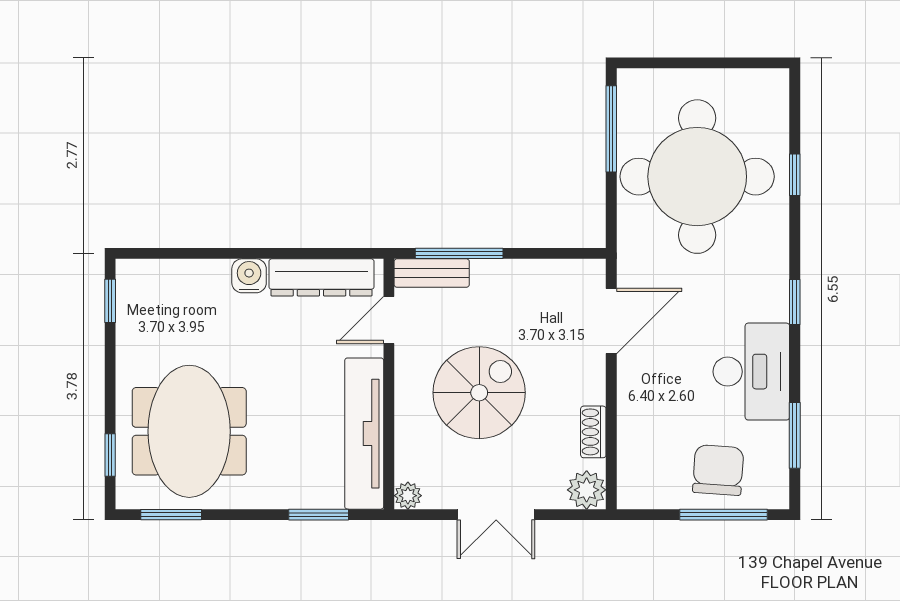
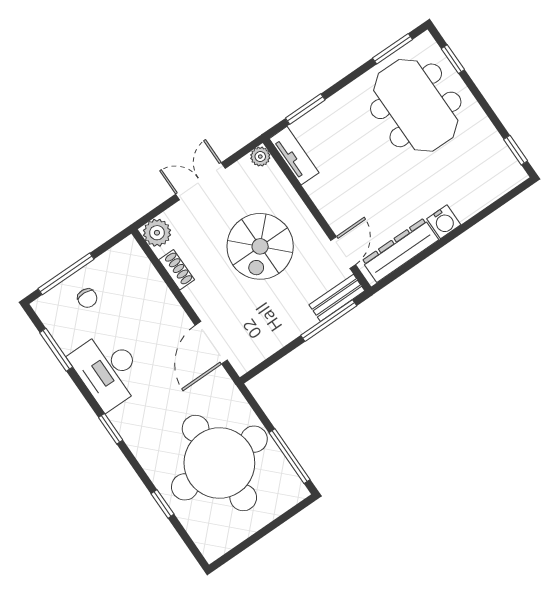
tv unit: (364, 434) -> (294, 156), width x0.52, depth x0.78
chair: (718, 470) -> (87, 298), width x0.54, depth x0.54

